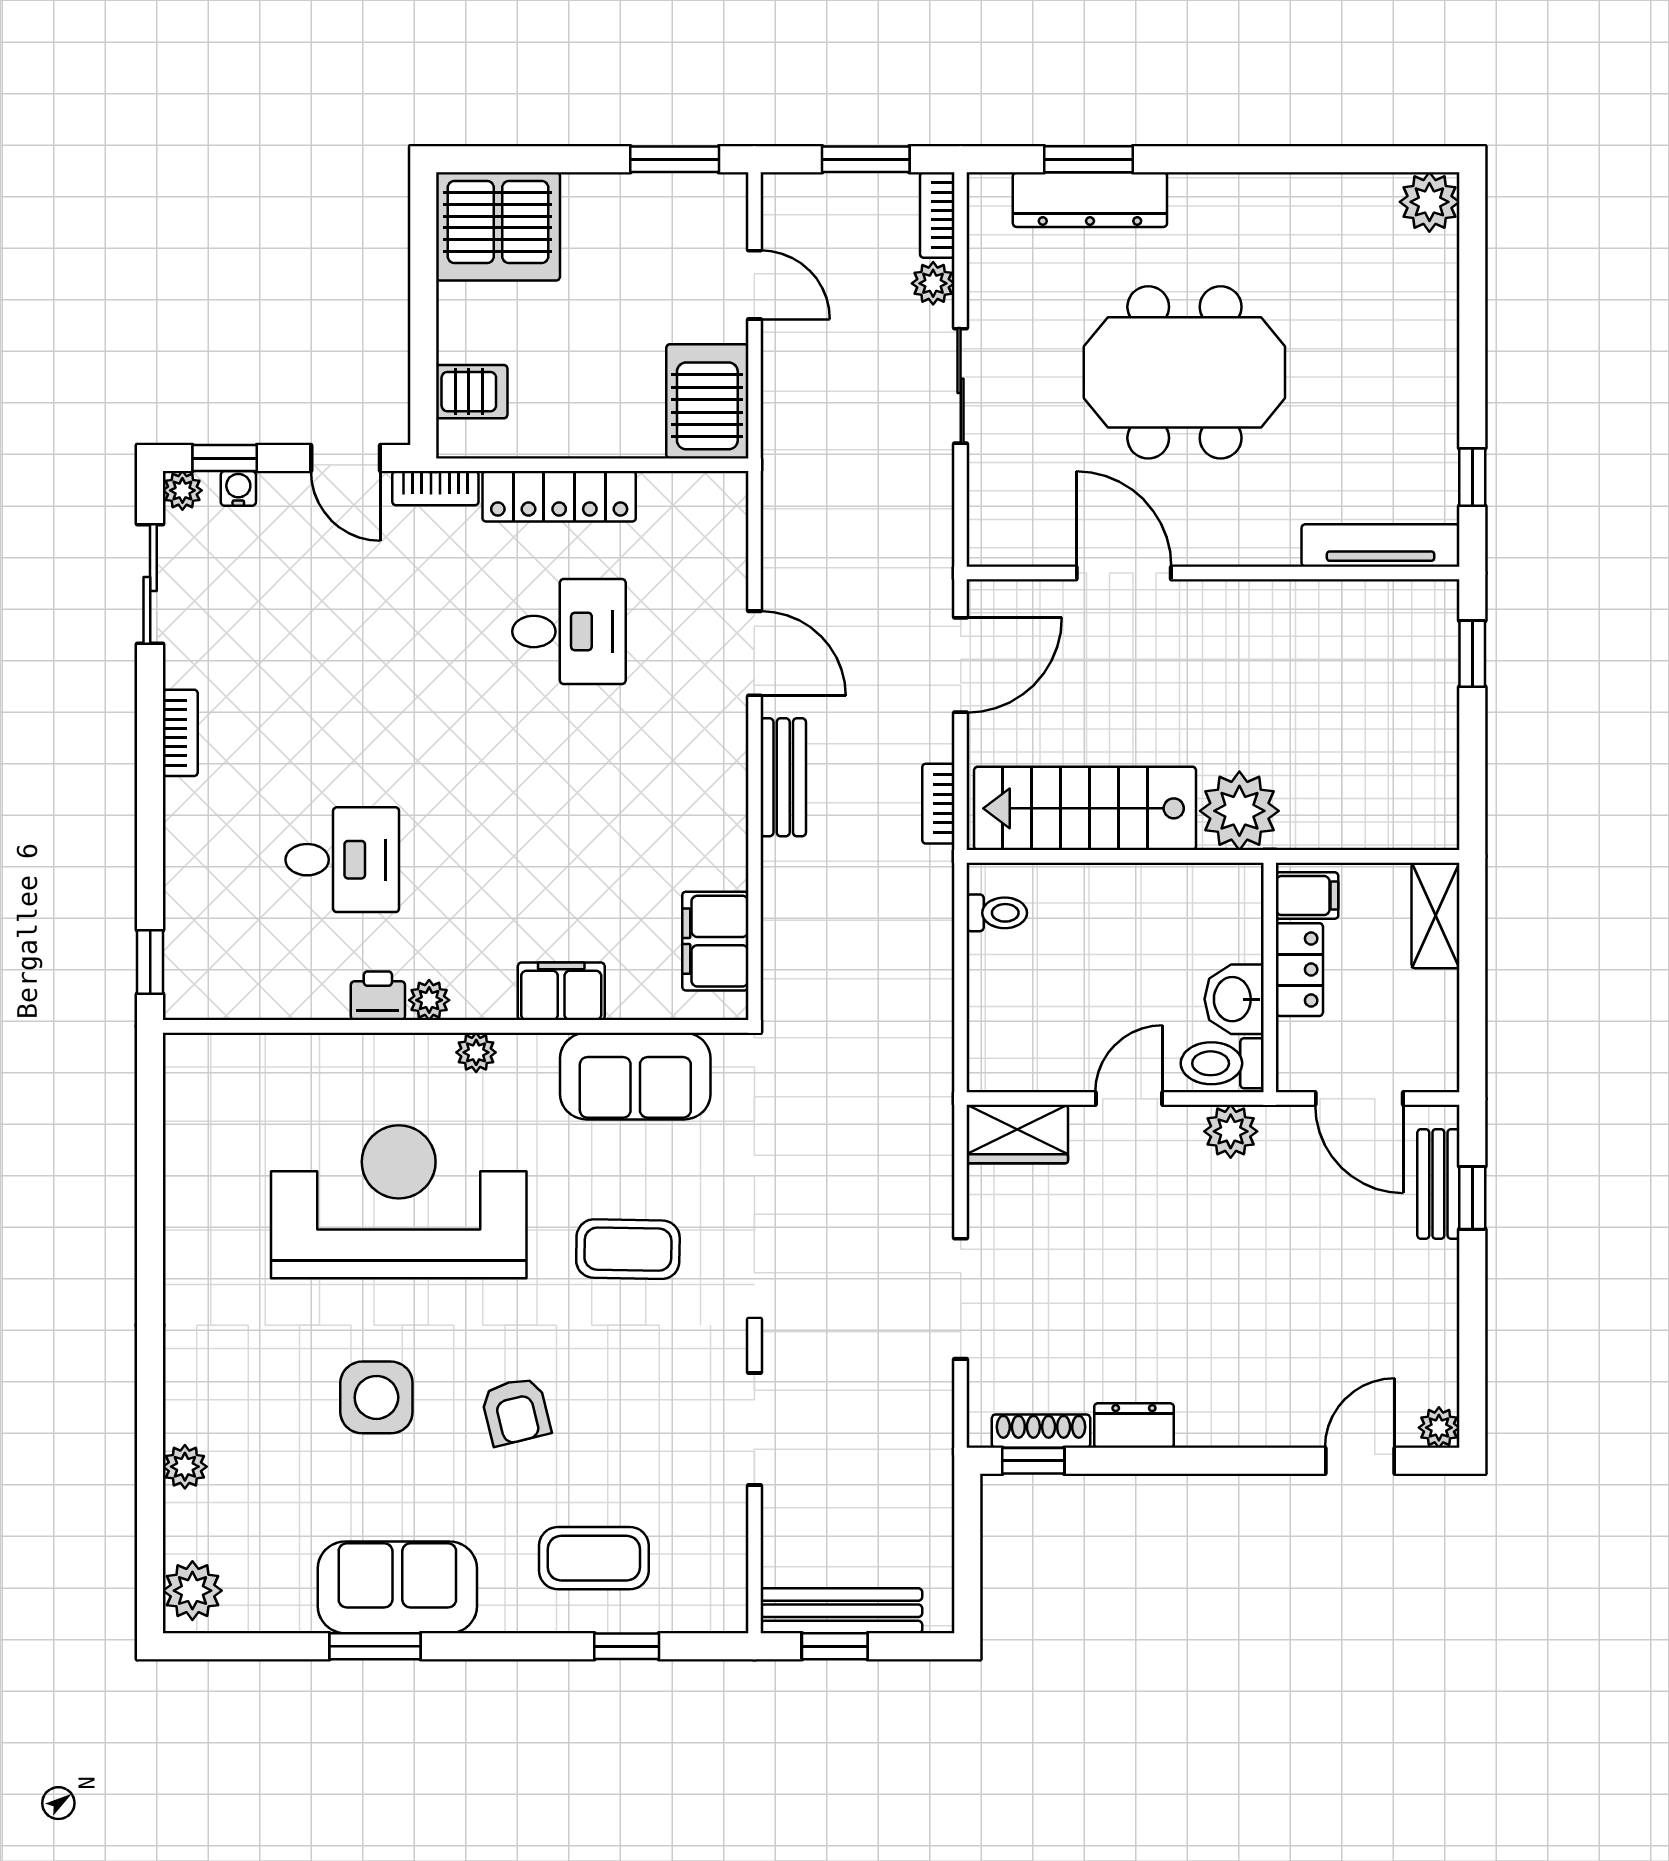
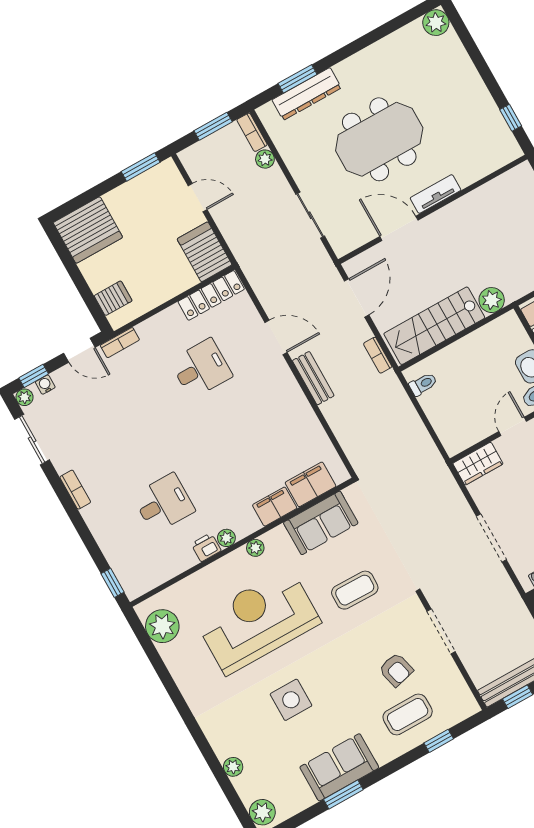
sliding door: (961, 386) -> (310, 215), moved
locker: (559, 496) -> (211, 295), moved
tv unit: (1381, 545) -> (436, 194), moved, width x0.71
plant: (1239, 811) -> (492, 300), width x0.73, depth x0.73
filing cabinet: (715, 941) -> (311, 484), moved, turned 90
plant: (201, 1105) -> (162, 626), added
armchair: (516, 1411) -> (396, 670), moved

